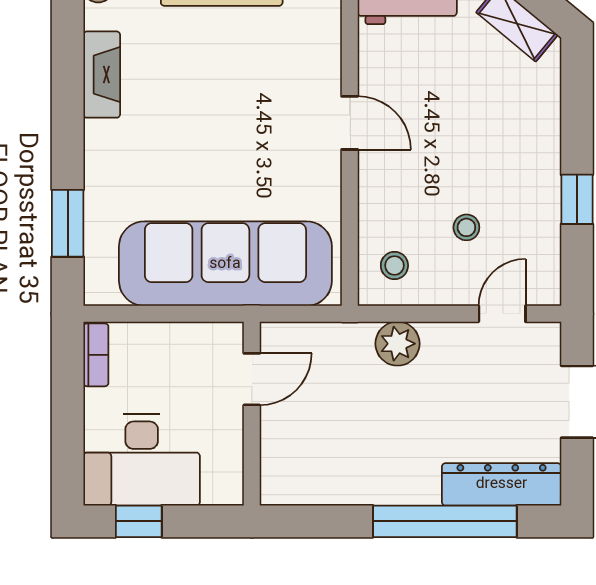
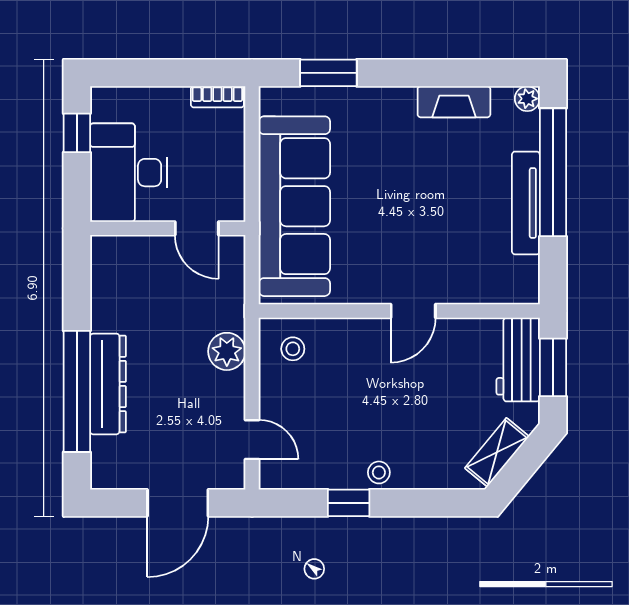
stool: (466, 227) -> (379, 472), moved
desk: (142, 460) -> (129, 173), moved
dresser: (502, 484) -> (108, 384), moved

